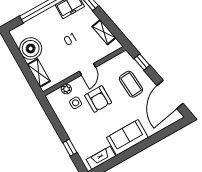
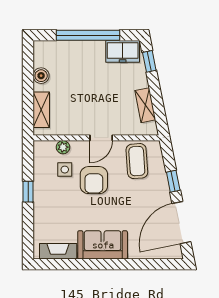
boiler: (31, 49) -> (41, 76), width x0.54, depth x0.54
window: (142, 62) -> (173, 181), moved
coffee table: (131, 84) -> (137, 161), moved
window: (70, 148) -> (28, 192), moved

